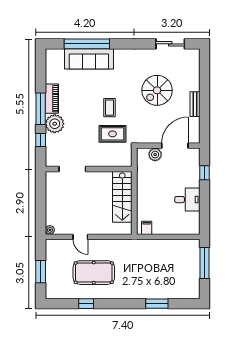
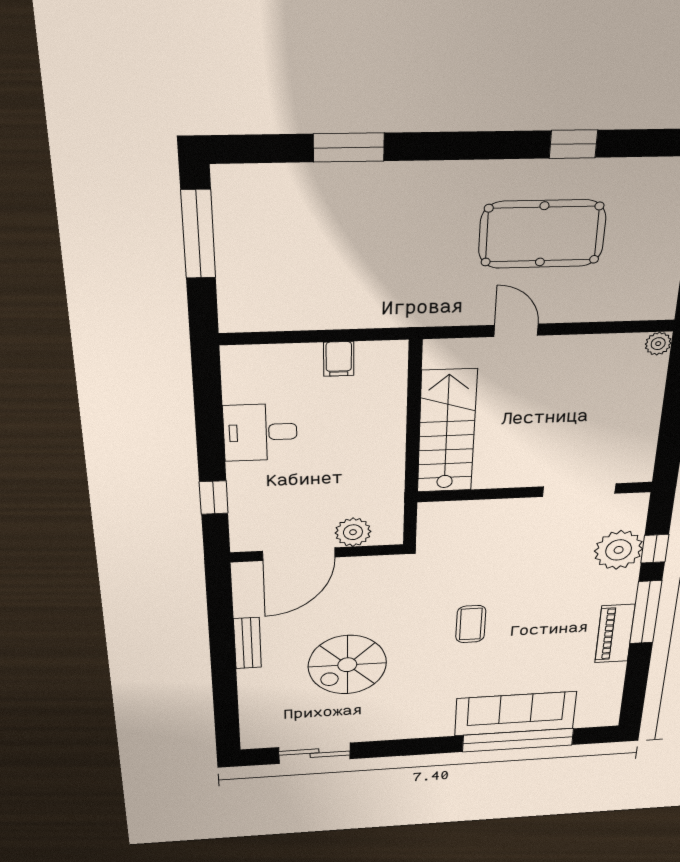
spiral stairs: (157, 90) -> (347, 665), turned 180
plant: (55, 124) -> (619, 550), moved
rug: (113, 134) -> (466, 571), removed
filing cabinet: (147, 228) -> (339, 359), moved
door: (80, 237) -> (516, 330), moved
window: (204, 263) -> (198, 234), moved

